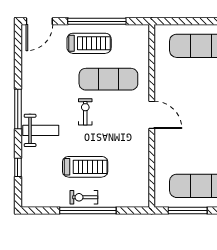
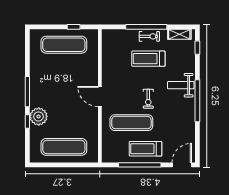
window: (18, 109) -> (197, 101), width x1.46
window: (18, 167) -> (197, 48), moved
shelving: (43, 200) -> (179, 34), added
window: (188, 210) -> (74, 27), width x0.46

